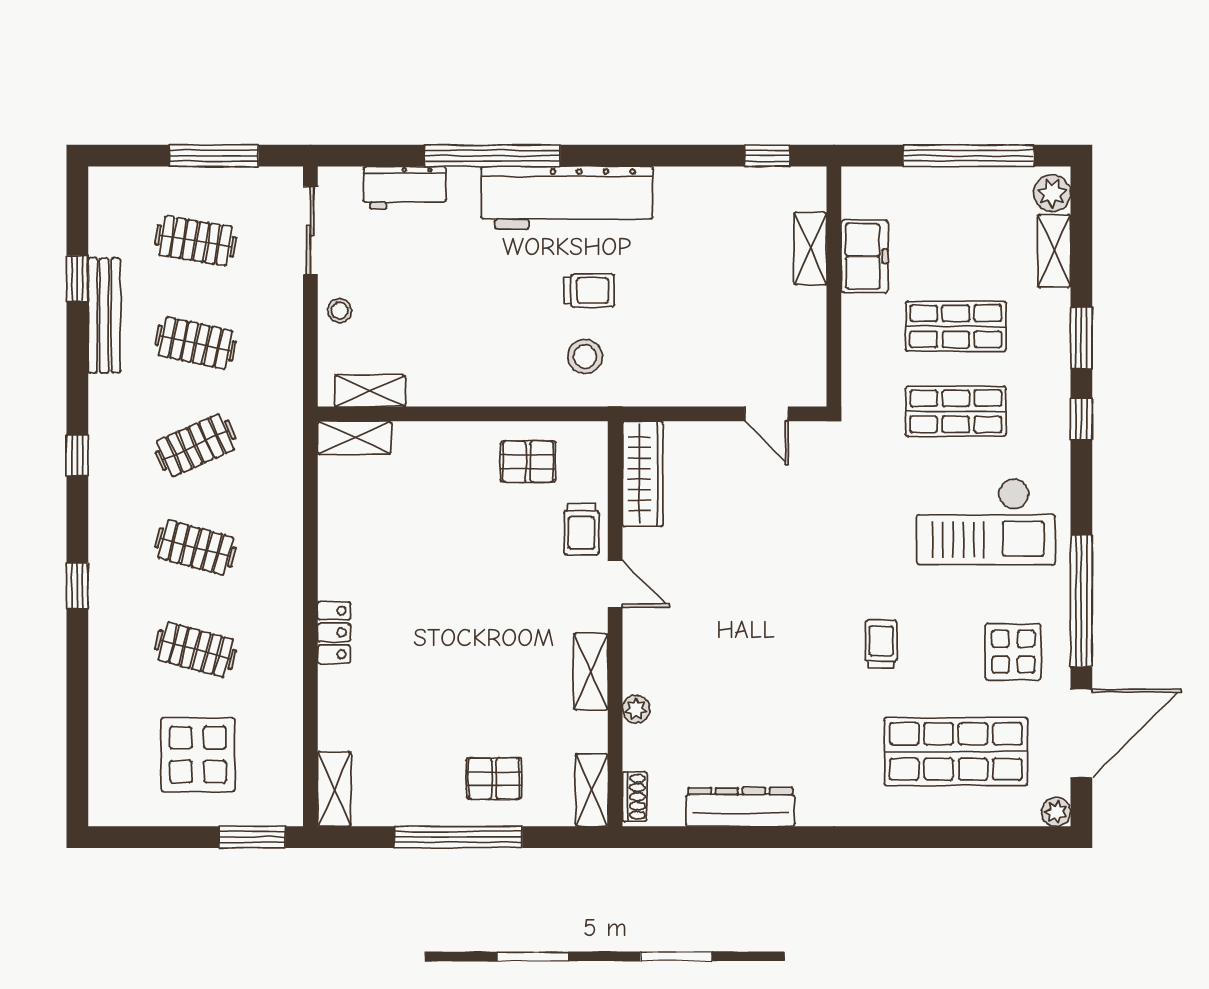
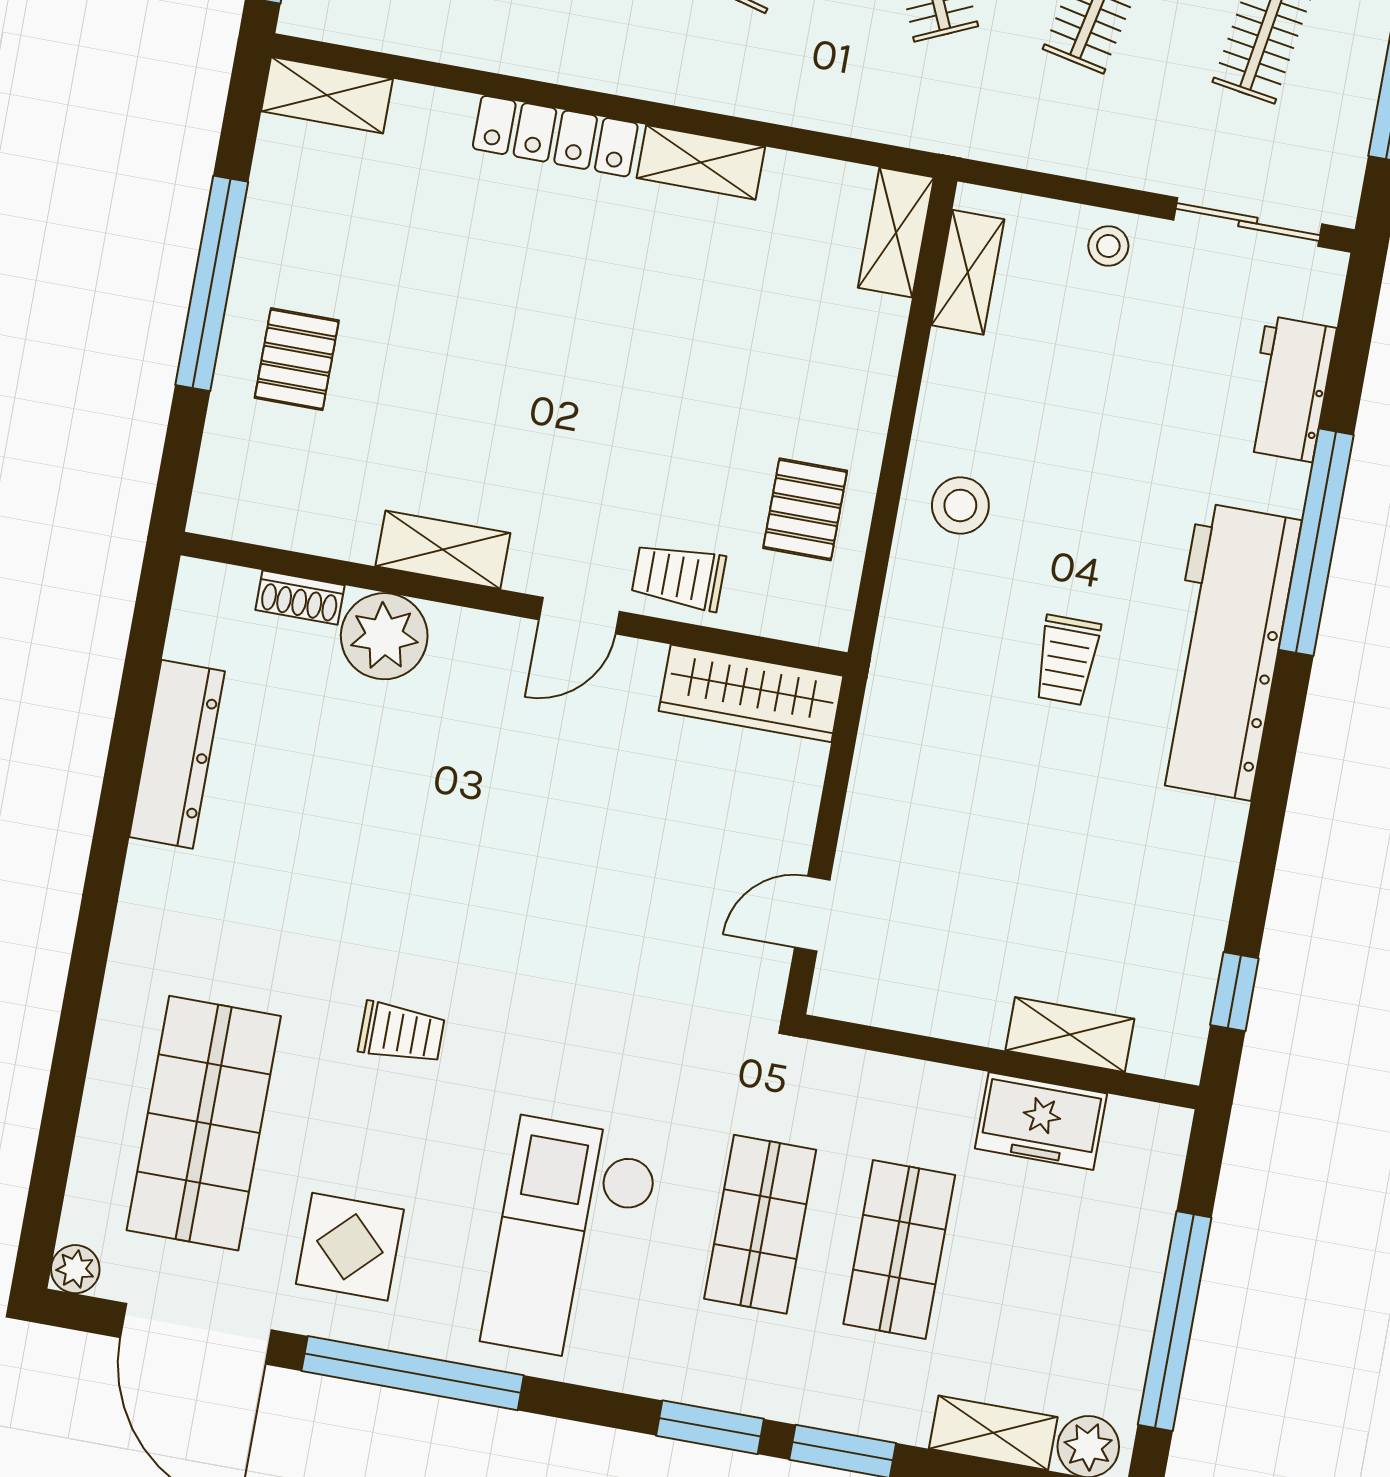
stool: (585, 357) -> (960, 505), moved
window: (1081, 419) -> (710, 1427), width x1.50
locker: (334, 632) -> (555, 136), width x1.53
plant: (636, 709) -> (384, 636), width x1.88, depth x1.88
shelving: (592, 790) -> (701, 162), moved
shoe rack: (634, 797) -> (300, 598), moved

